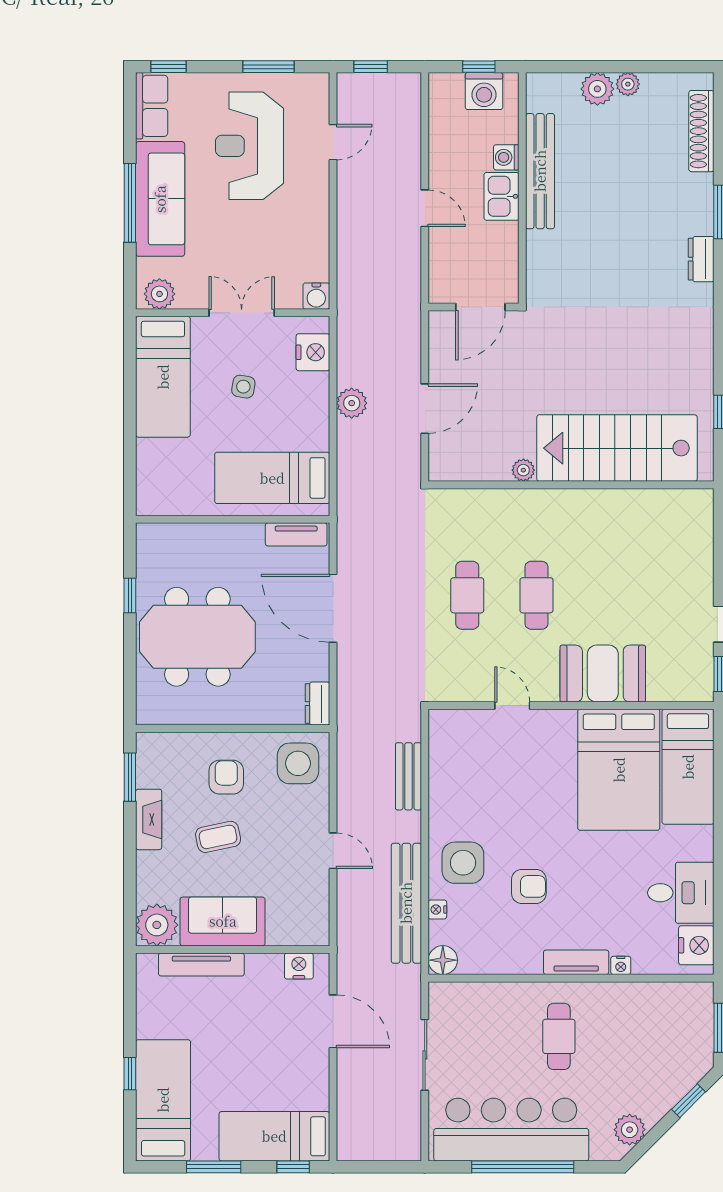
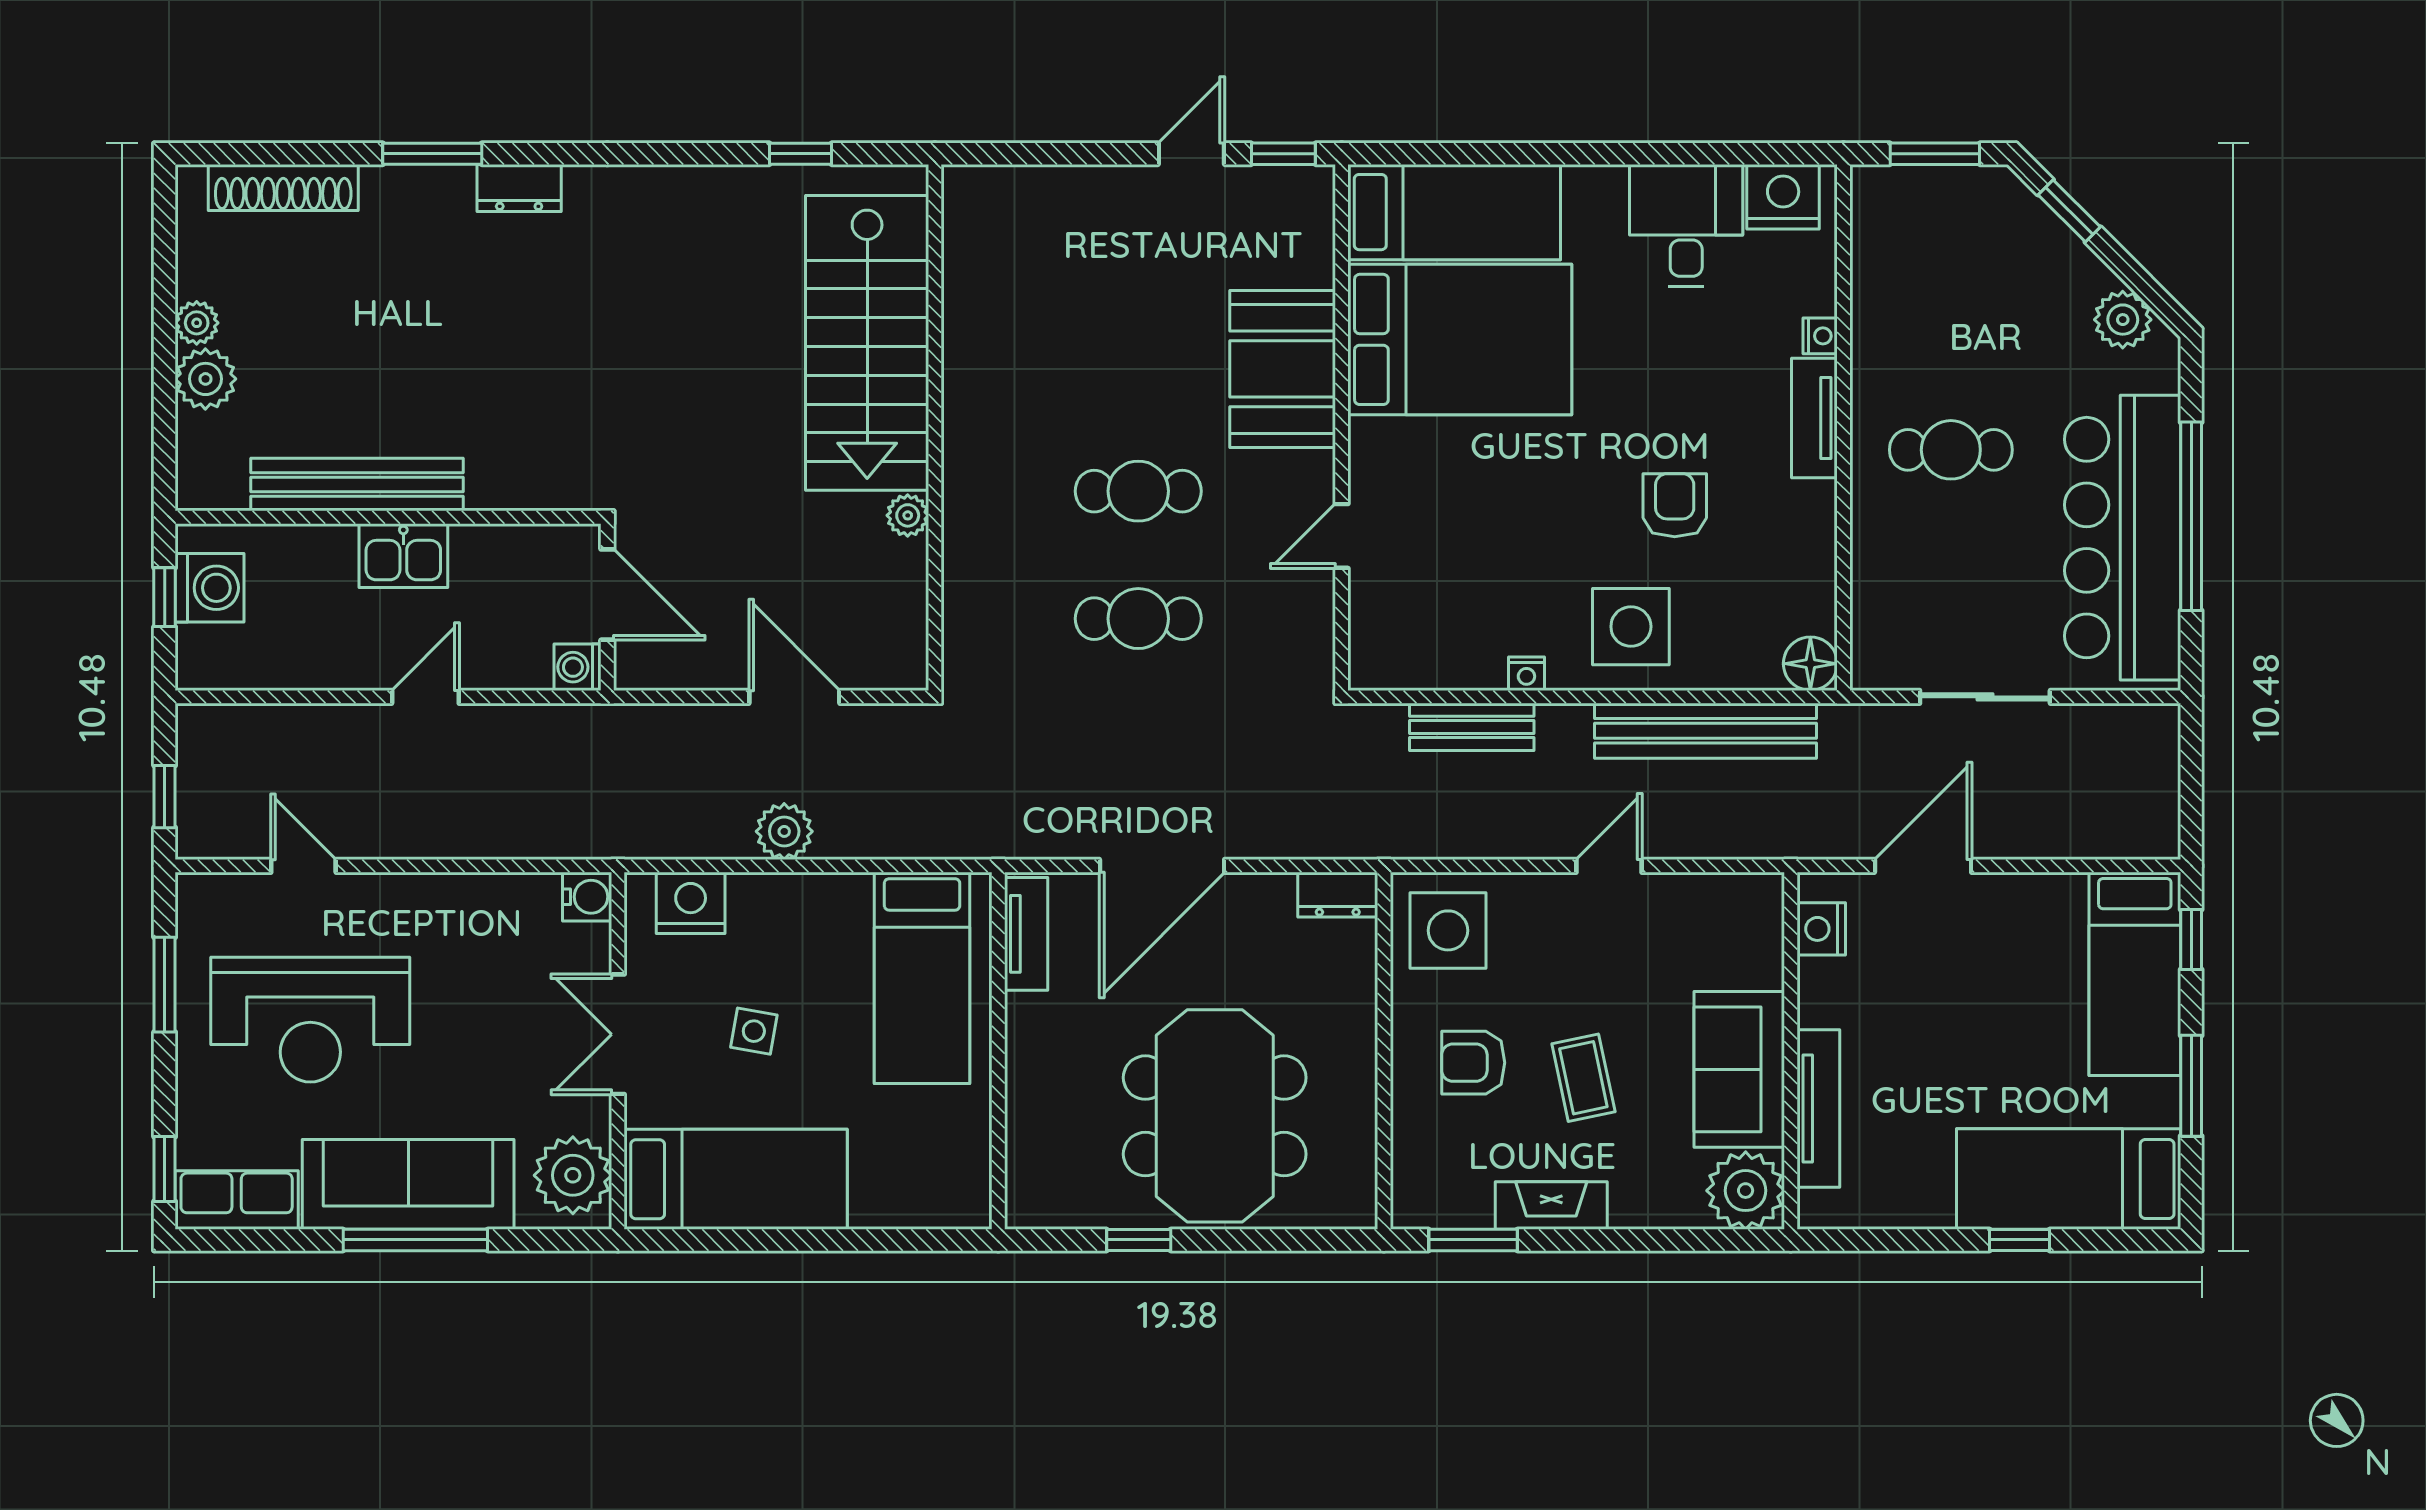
washing machine: (506, 157) -> (578, 667), moved, turned 90
plant: (159, 294) -> (573, 1175), width x1.36, depth x1.36
nightstand: (437, 910) -> (1526, 674), moved

